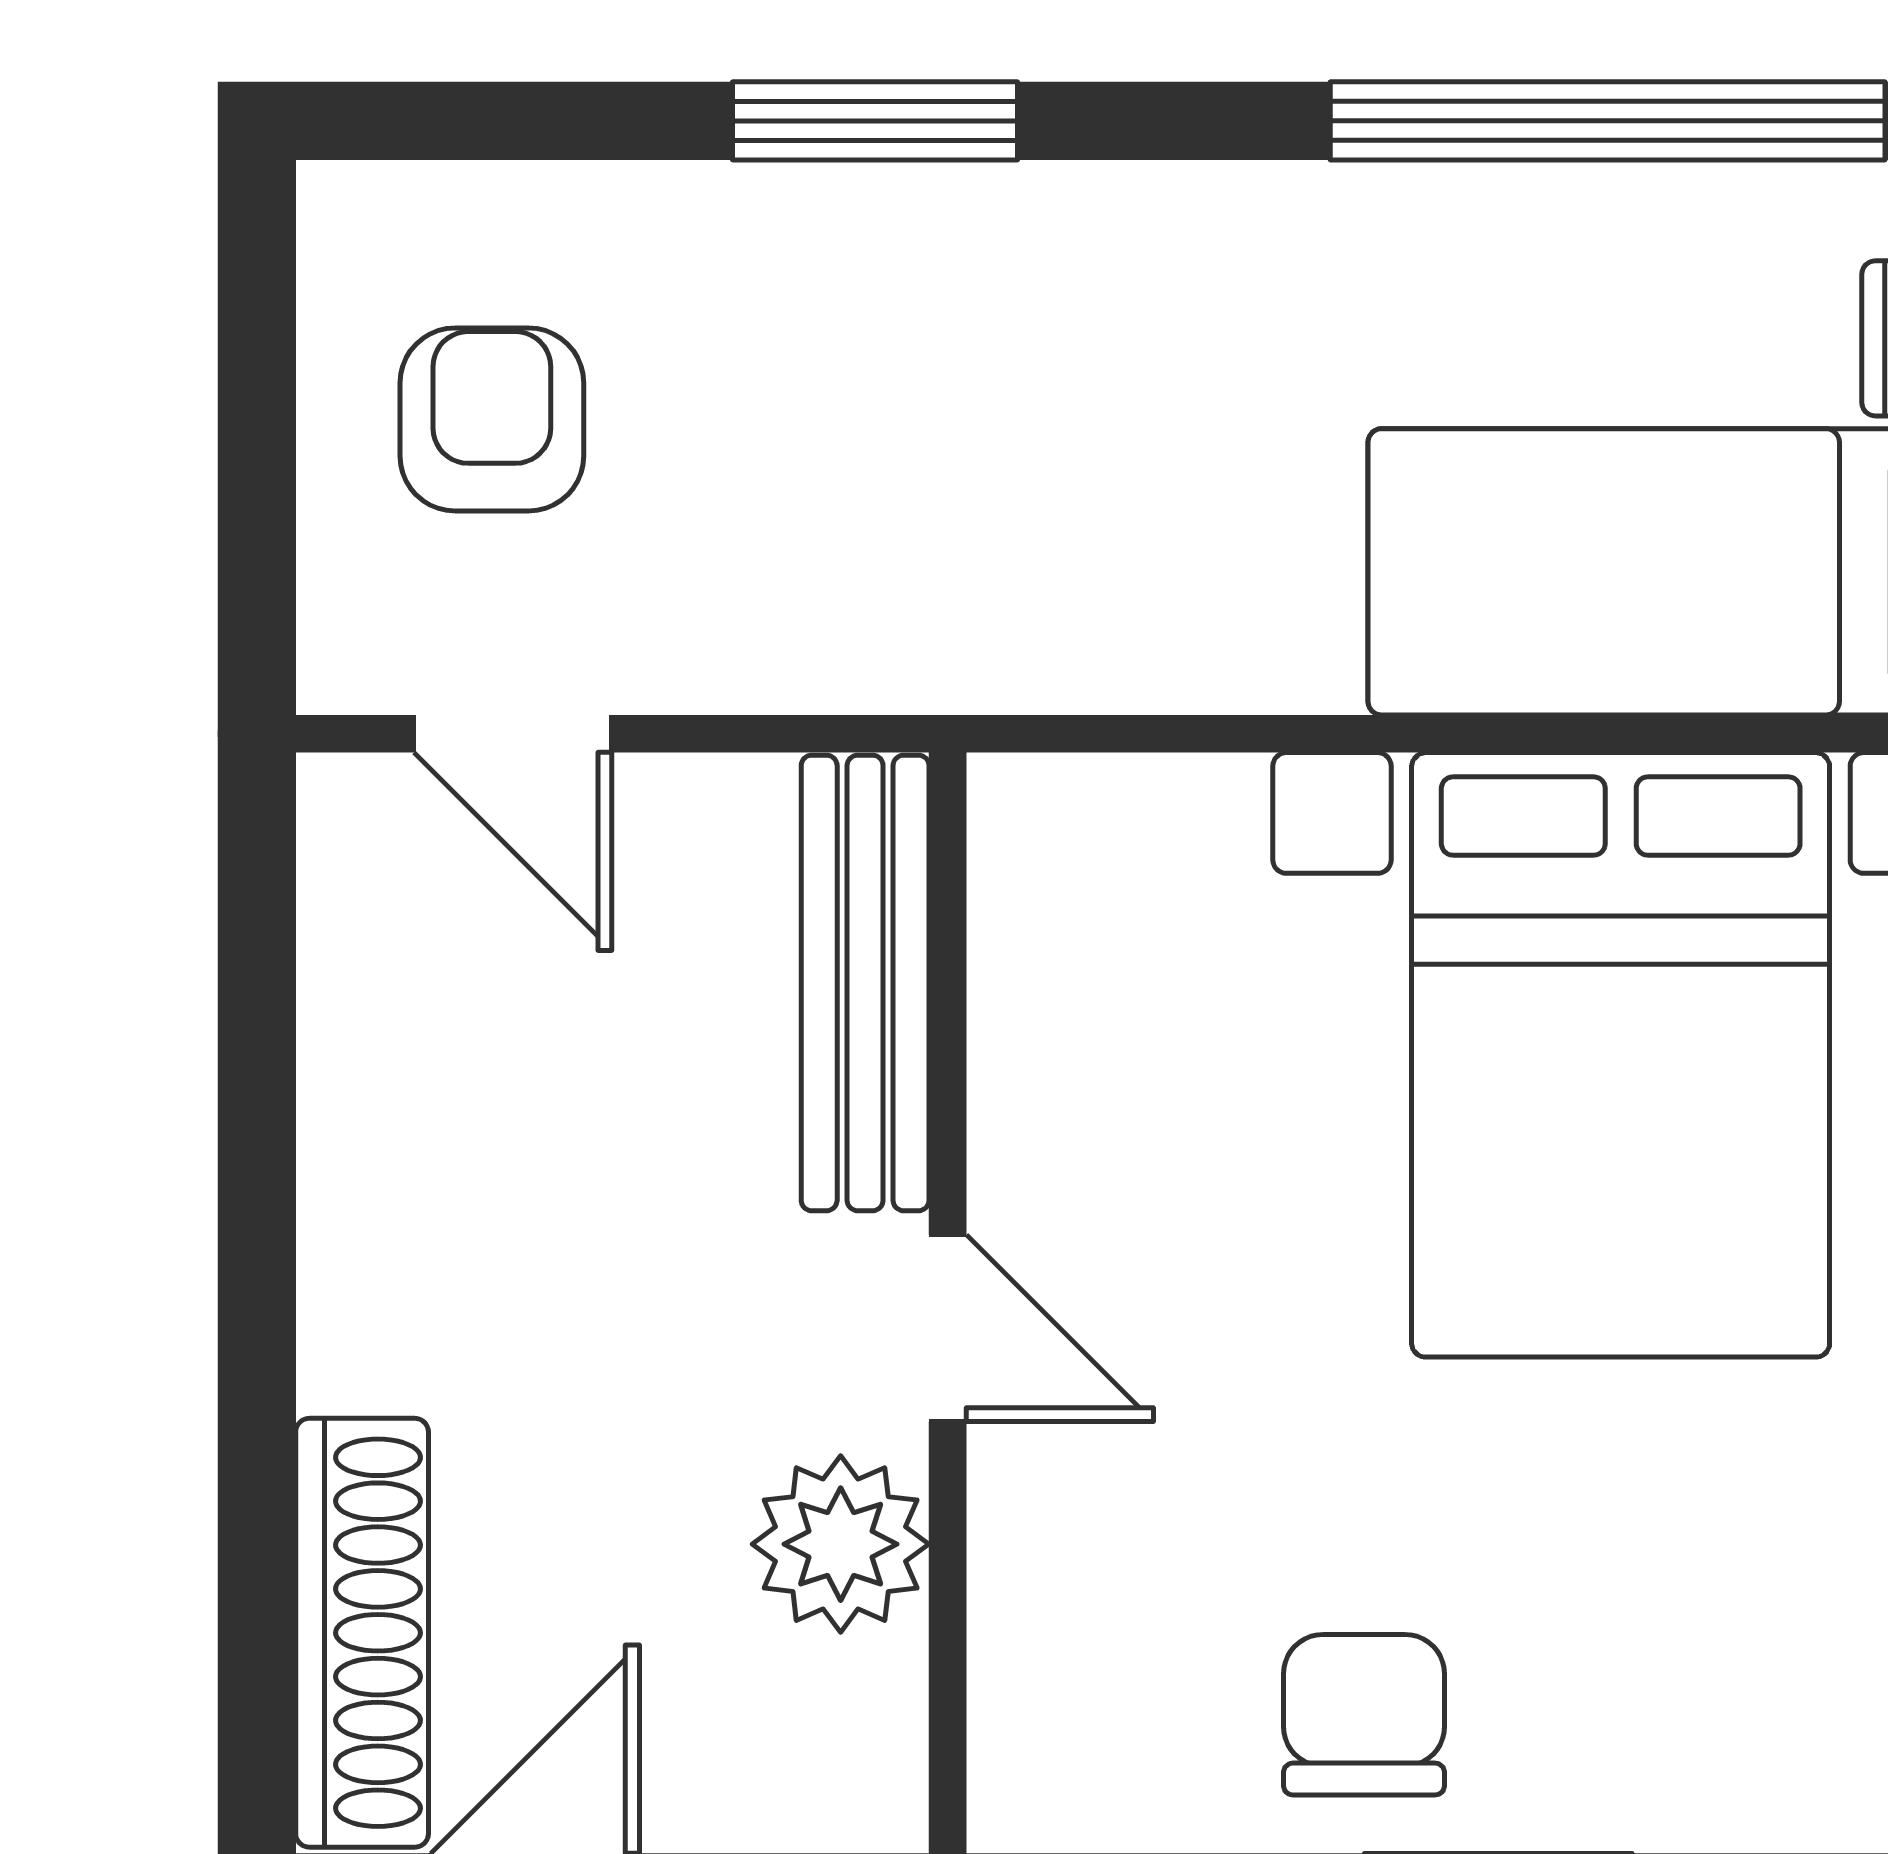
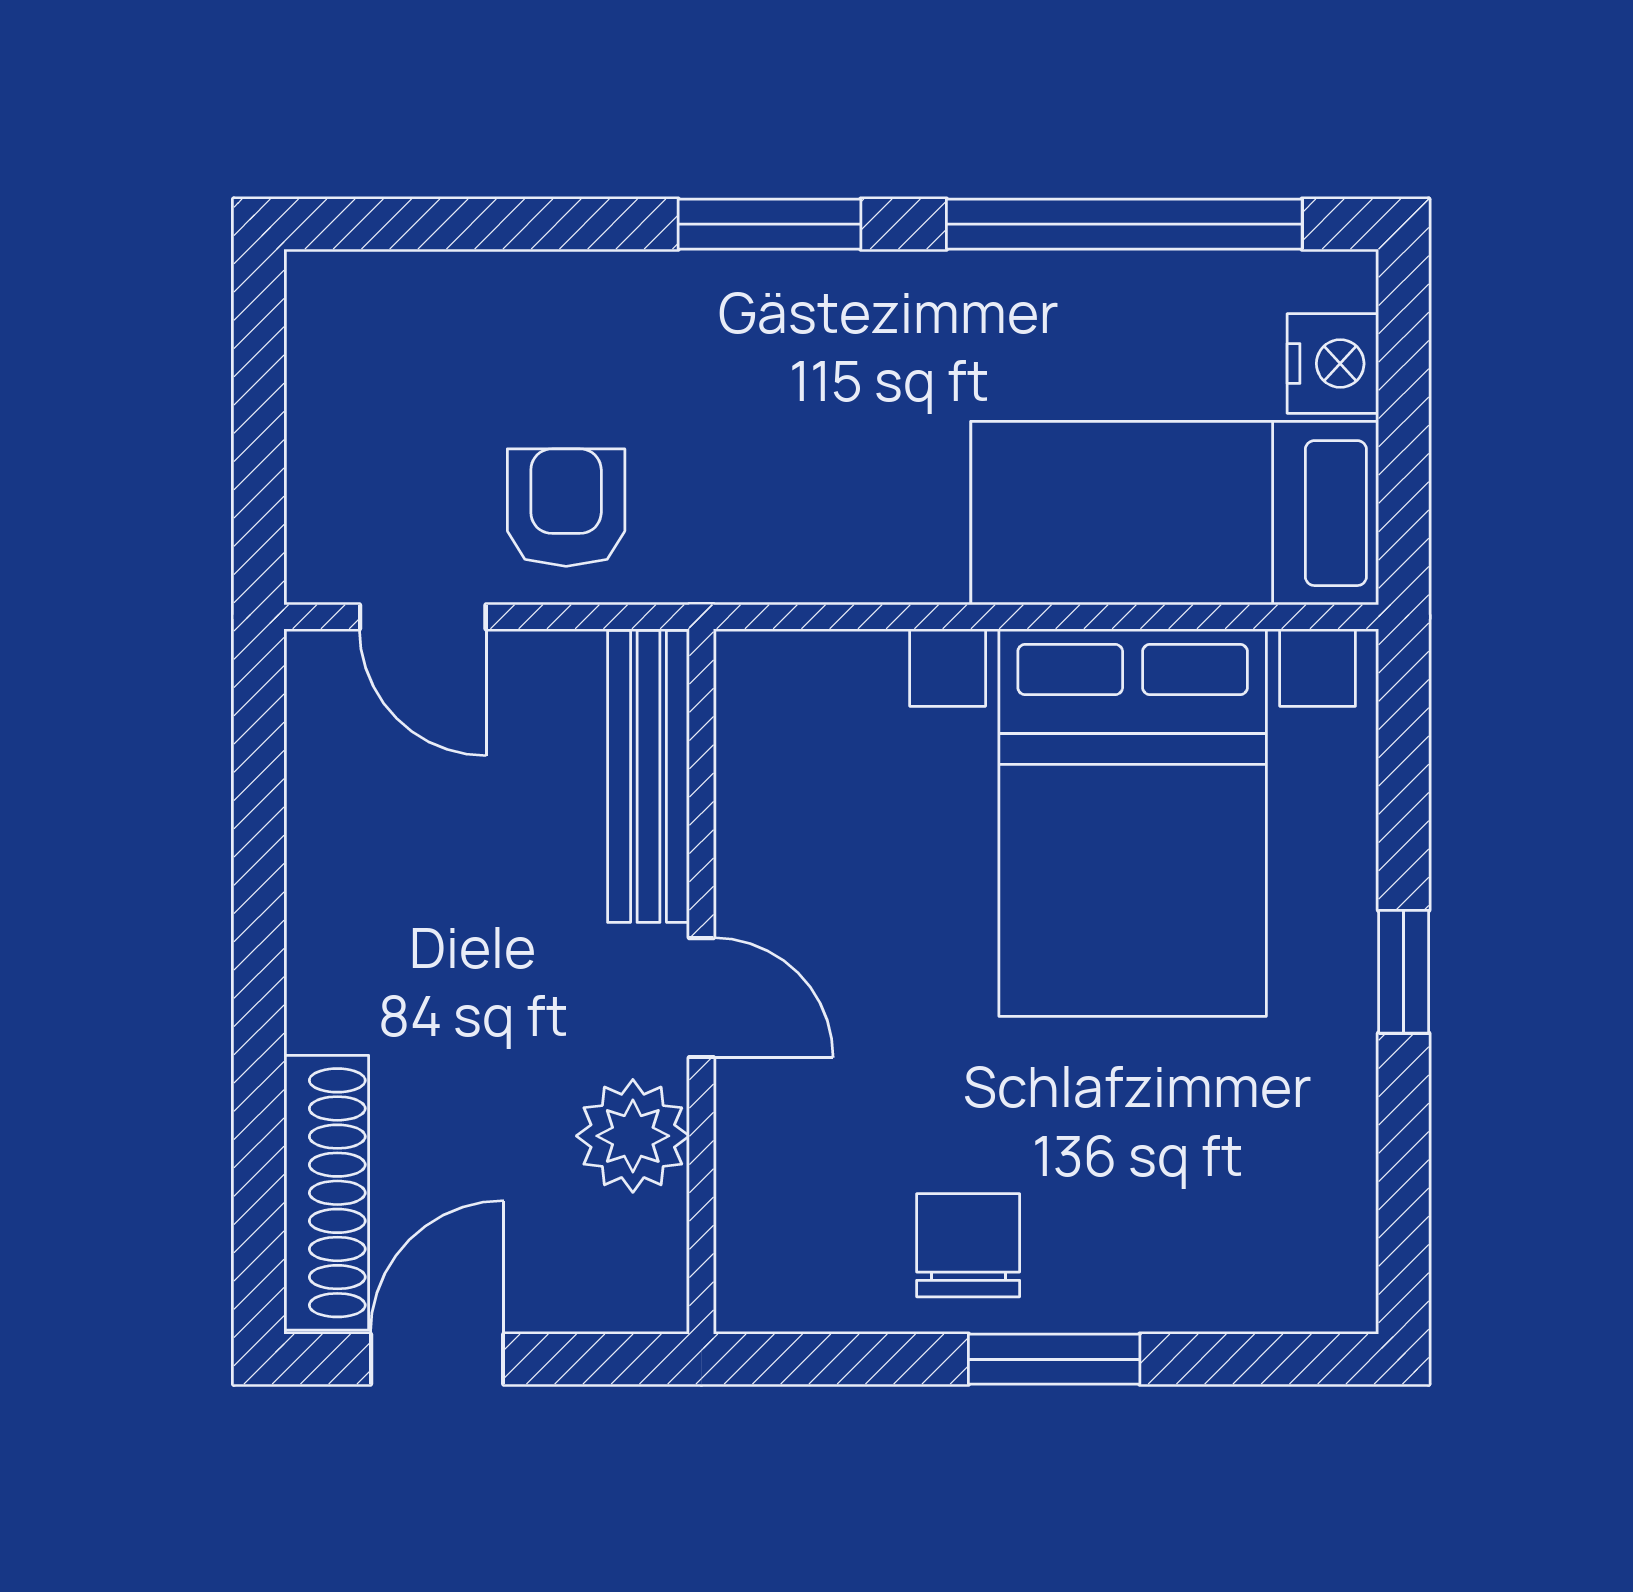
window: (875, 121) -> (769, 224), moved
armchair: (492, 419) -> (566, 508), moved

